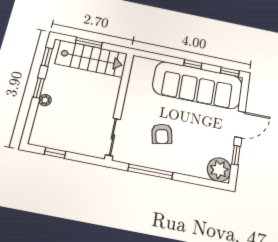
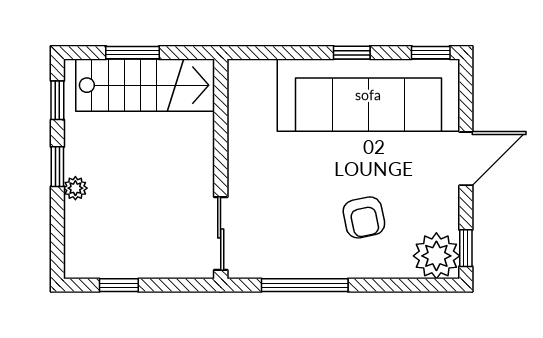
armchair: (162, 134) -> (364, 217), moved
window: (236, 155) -> (466, 248), moved

